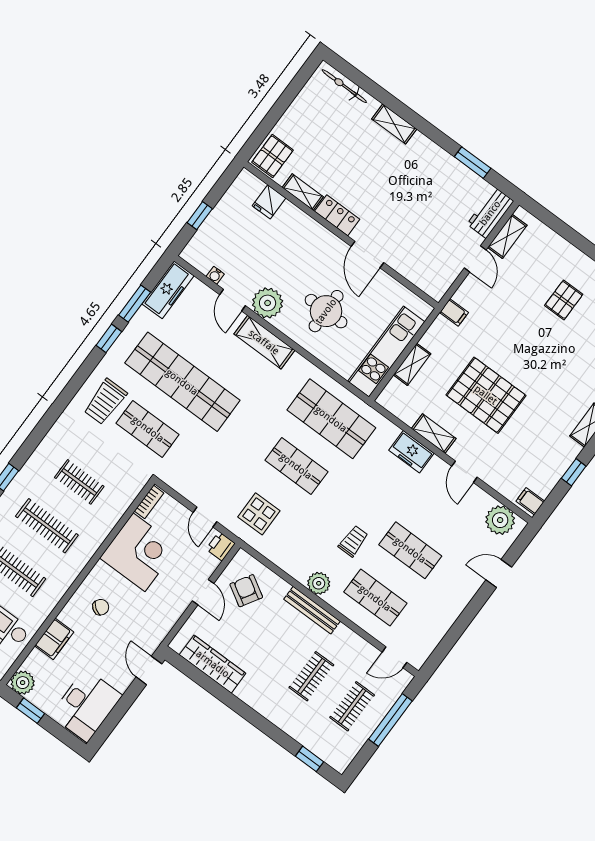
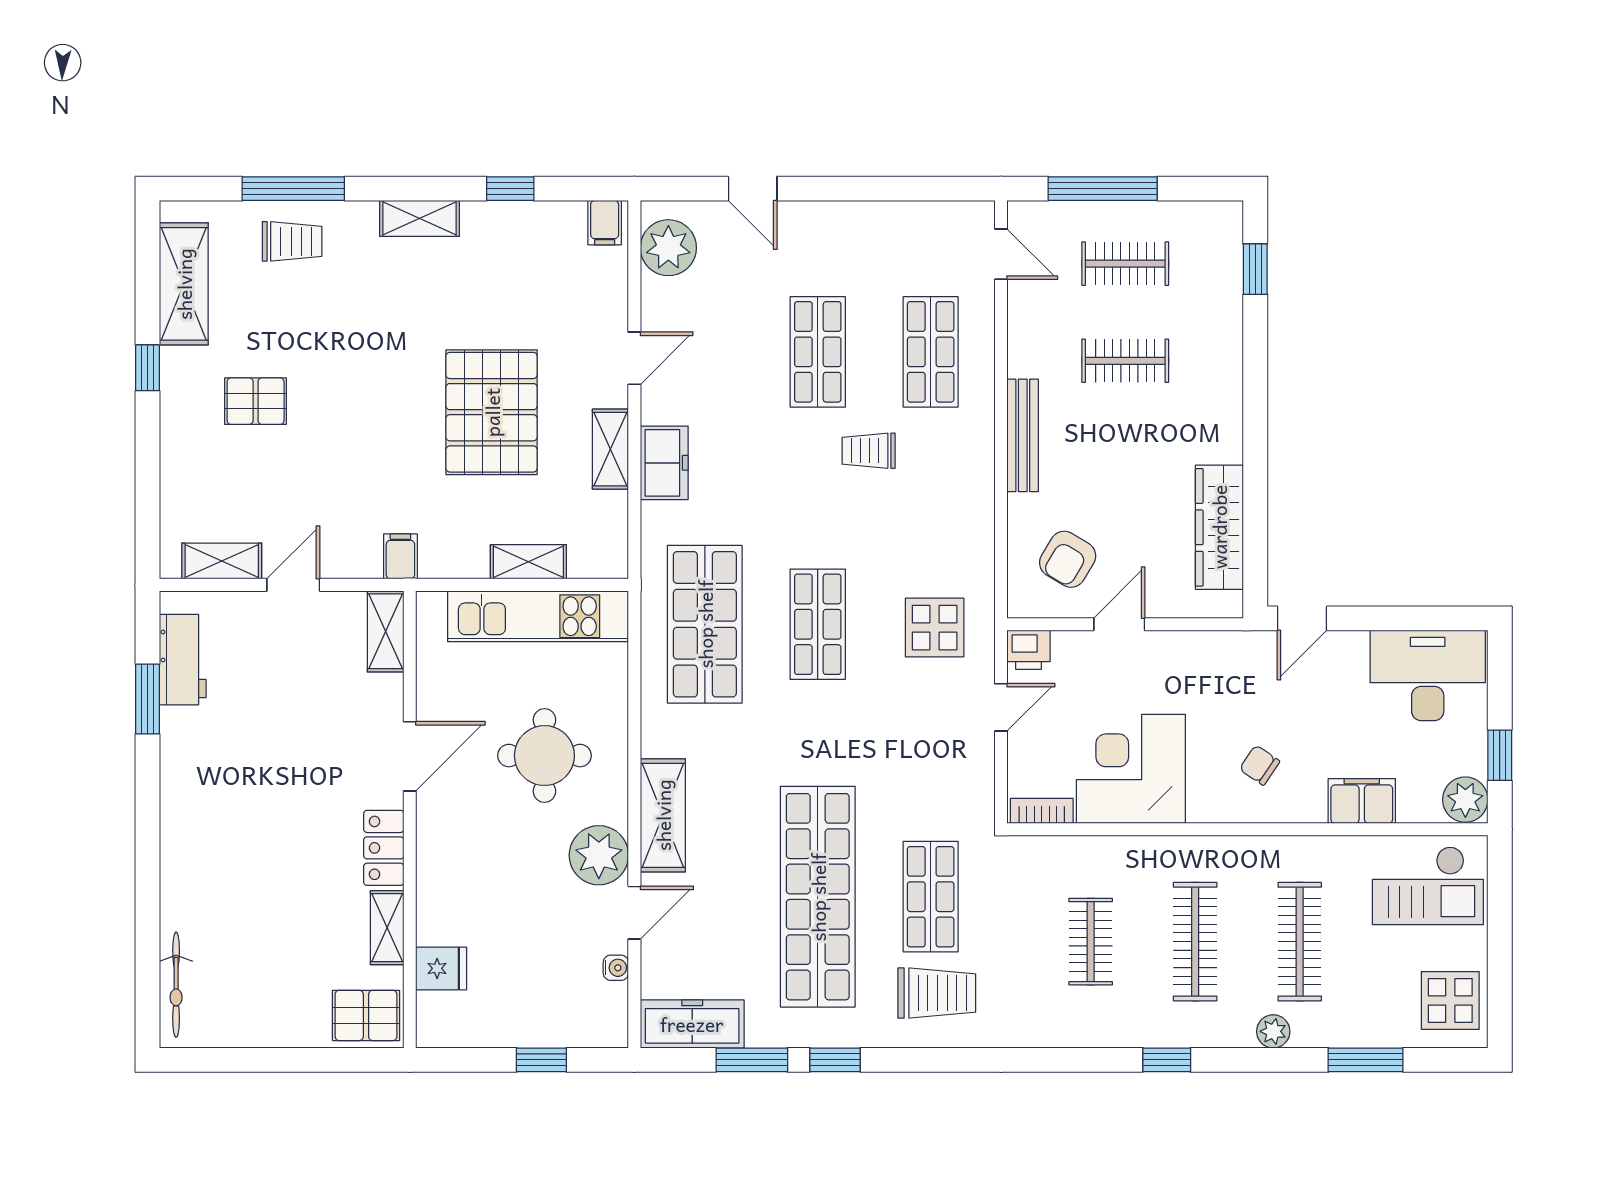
shelving: (394, 124) -> (386, 631), moved
workbench: (490, 213) -> (183, 660), moved, turned -90
plant: (319, 583) -> (973, 456), removed

